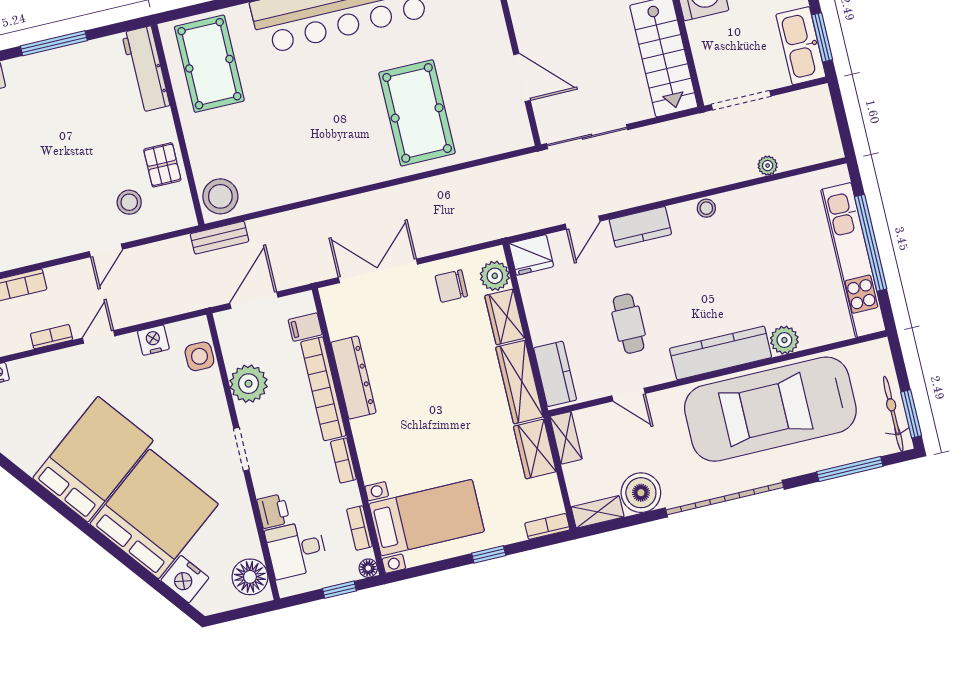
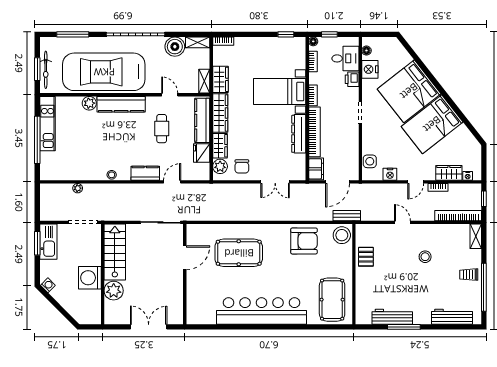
workbench: (146, 69) -> (392, 317), moved, turned -90
door: (522, 78) -> (185, 258), swing flipped
pool table: (417, 113) -> (239, 253), turned 90
armchair: (293, 167) -> (304, 241), added
stool: (129, 202) -> (425, 257), moved
door: (106, 250) -> (402, 222), hinge flipped
fridge: (531, 255) -> (202, 153), moved, turned -90
kitchen unit: (853, 260) -> (47, 124), width x0.73
double door: (378, 271) -> (275, 182), width x0.73
chair: (451, 286) -> (242, 166), turned 90
filing cabinet: (305, 327) -> (316, 169), width x2.00
wardrobe: (37, 371) -> (449, 173), added
kitchen counter: (555, 374) -> (202, 120), width x1.50
plant: (249, 384) -> (349, 143), removed
car: (770, 409) -> (104, 72), turned 180
bicycle: (893, 414) -> (46, 70), moved
window: (911, 414) -> (37, 69), moved
bed with nightstands: (427, 518) -> (280, 92), moved
window: (489, 554) -> (286, 34), moved
floor lamp: (250, 577) -> (366, 51), width x0.53, depth x0.53
nightstand: (185, 579) -> (370, 69), moved, turned -142

